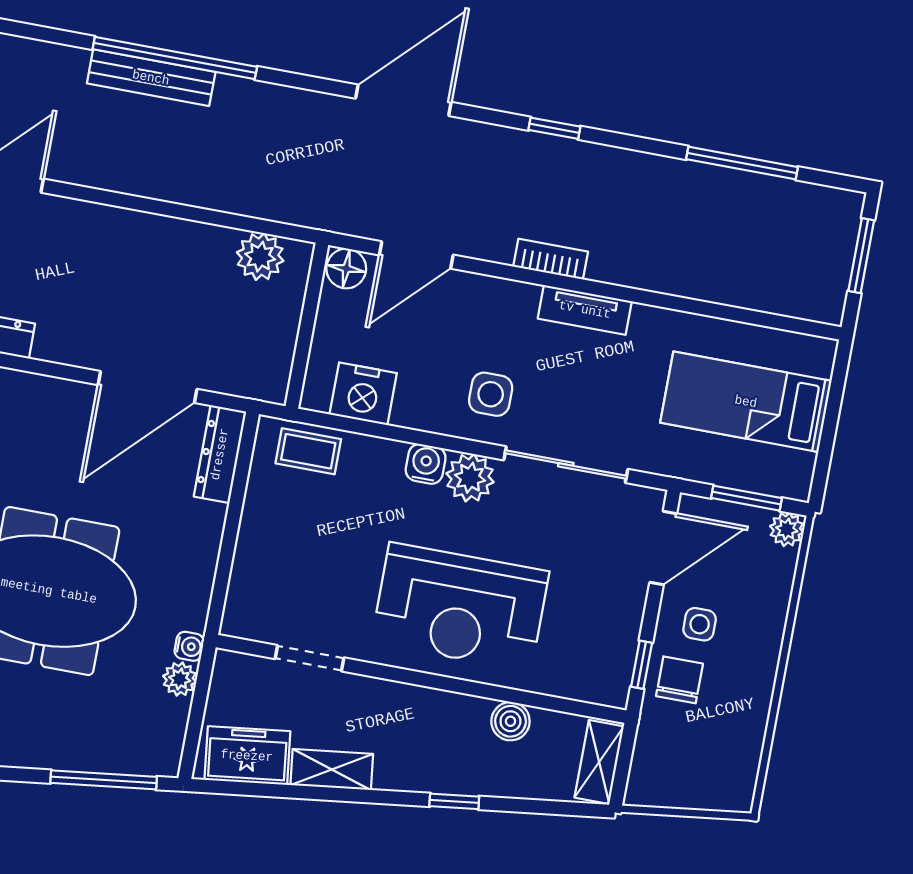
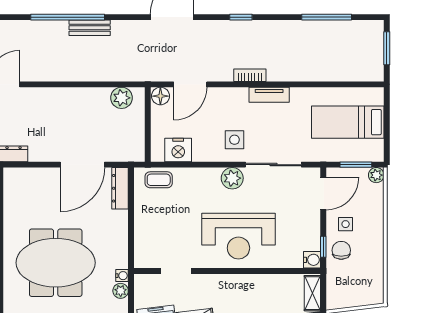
bench: (151, 78) -> (90, 28), moved, width x0.73
water cooler: (426, 464) -> (312, 260), moved, turned 90
boiler: (510, 721) -> (270, 282), removed

